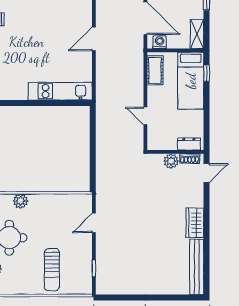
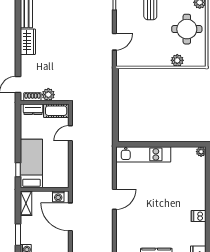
cot: (155, 70) -> (56, 111), moved, turned 90
door: (145, 116) -> (70, 133), swing flipped

